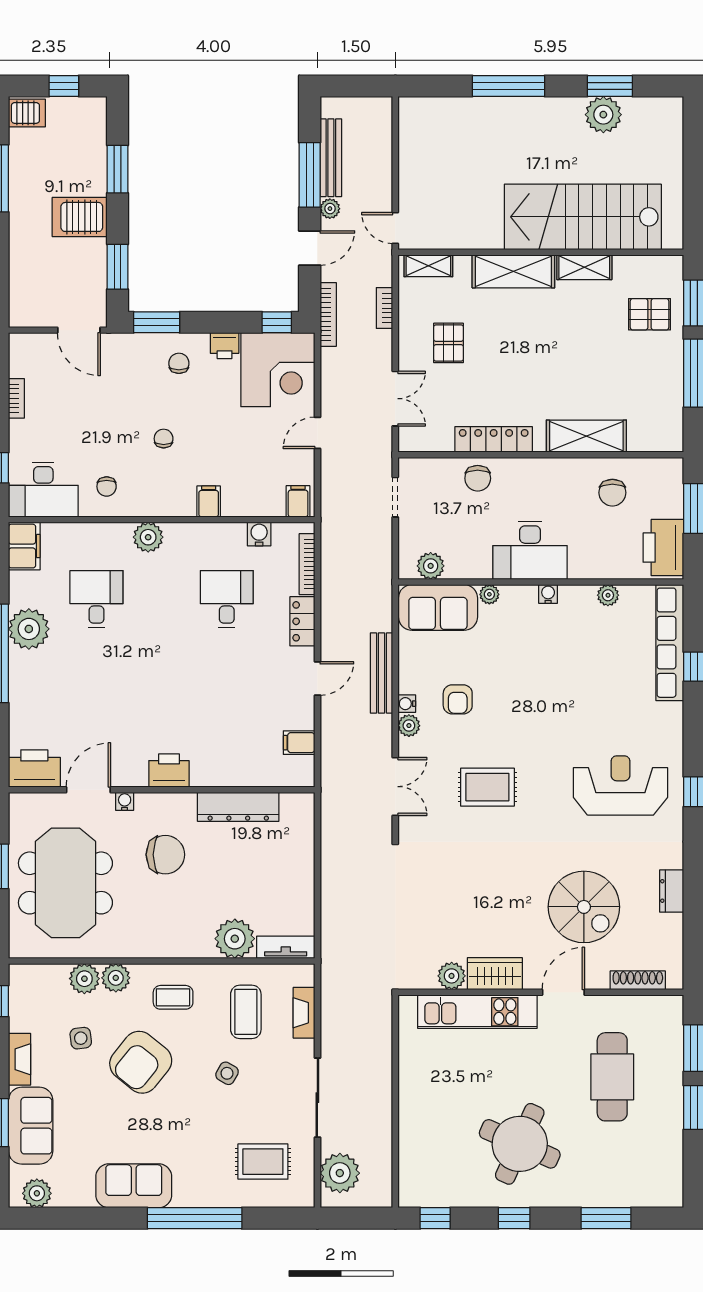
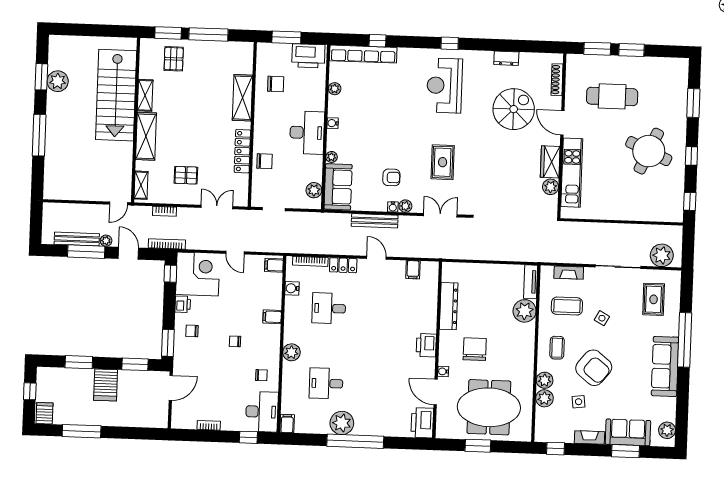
filing cabinet: (24, 546) -> (287, 424), width x0.50
sofa: (134, 1186) -> (665, 366), width x1.36

